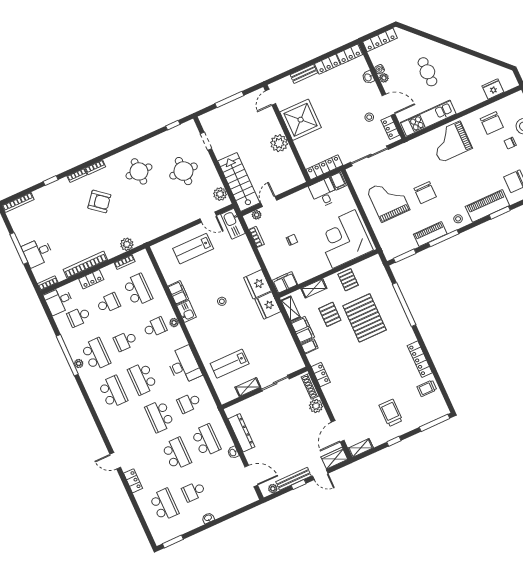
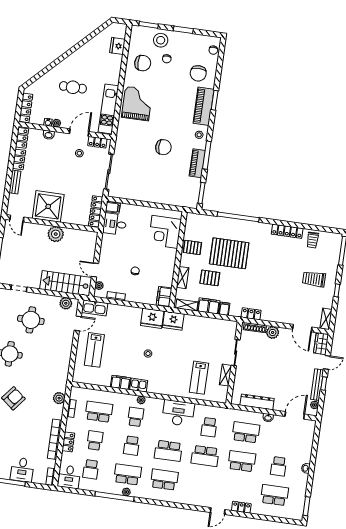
grand piano: (450, 142) -> (137, 104), turned 180
grand piano: (388, 200) -> (151, 178), removed
corner desk: (344, 239) -> (165, 232), width x0.74, depth x0.74

